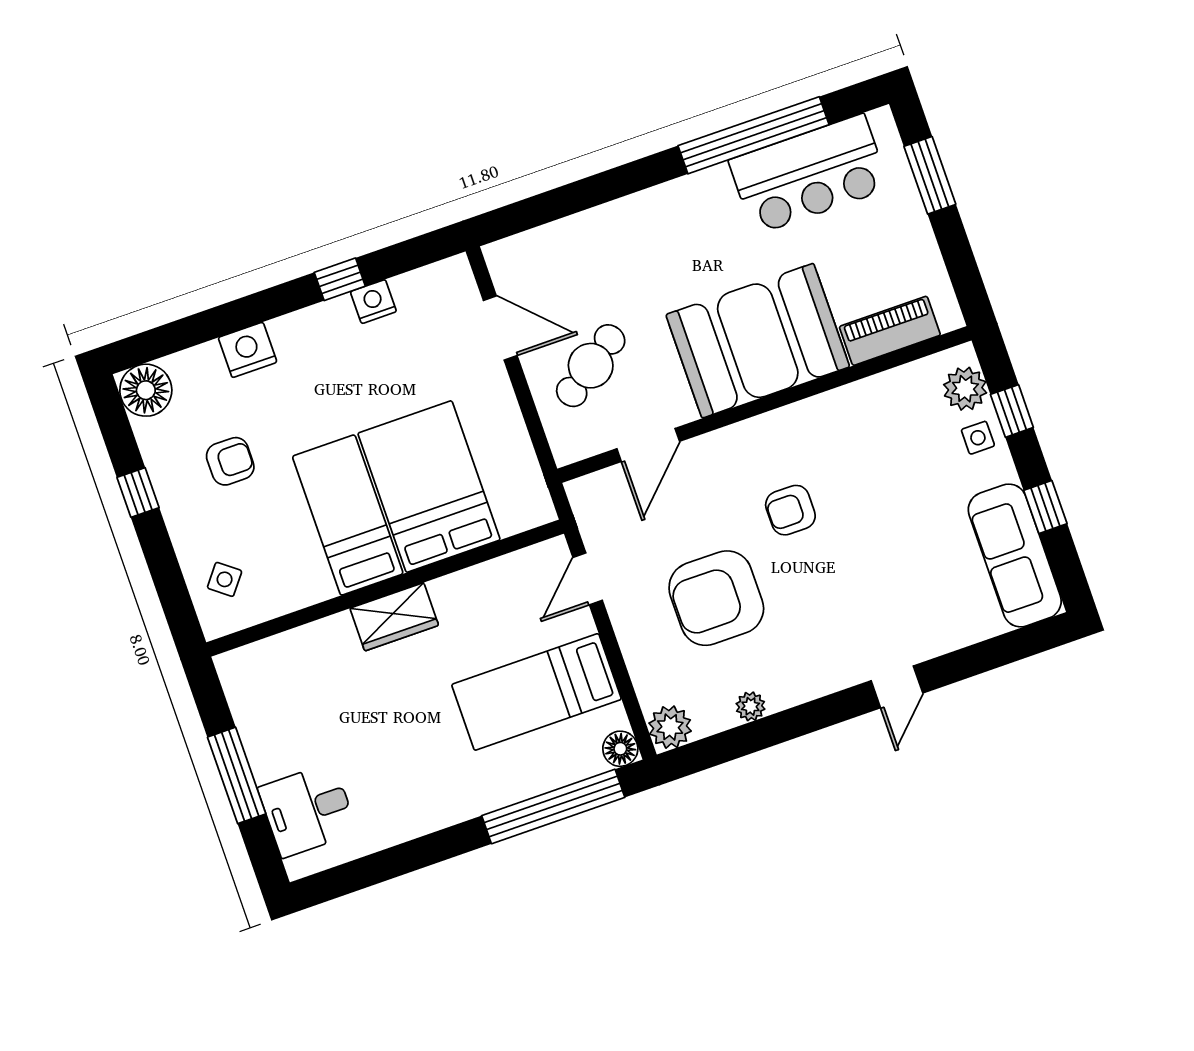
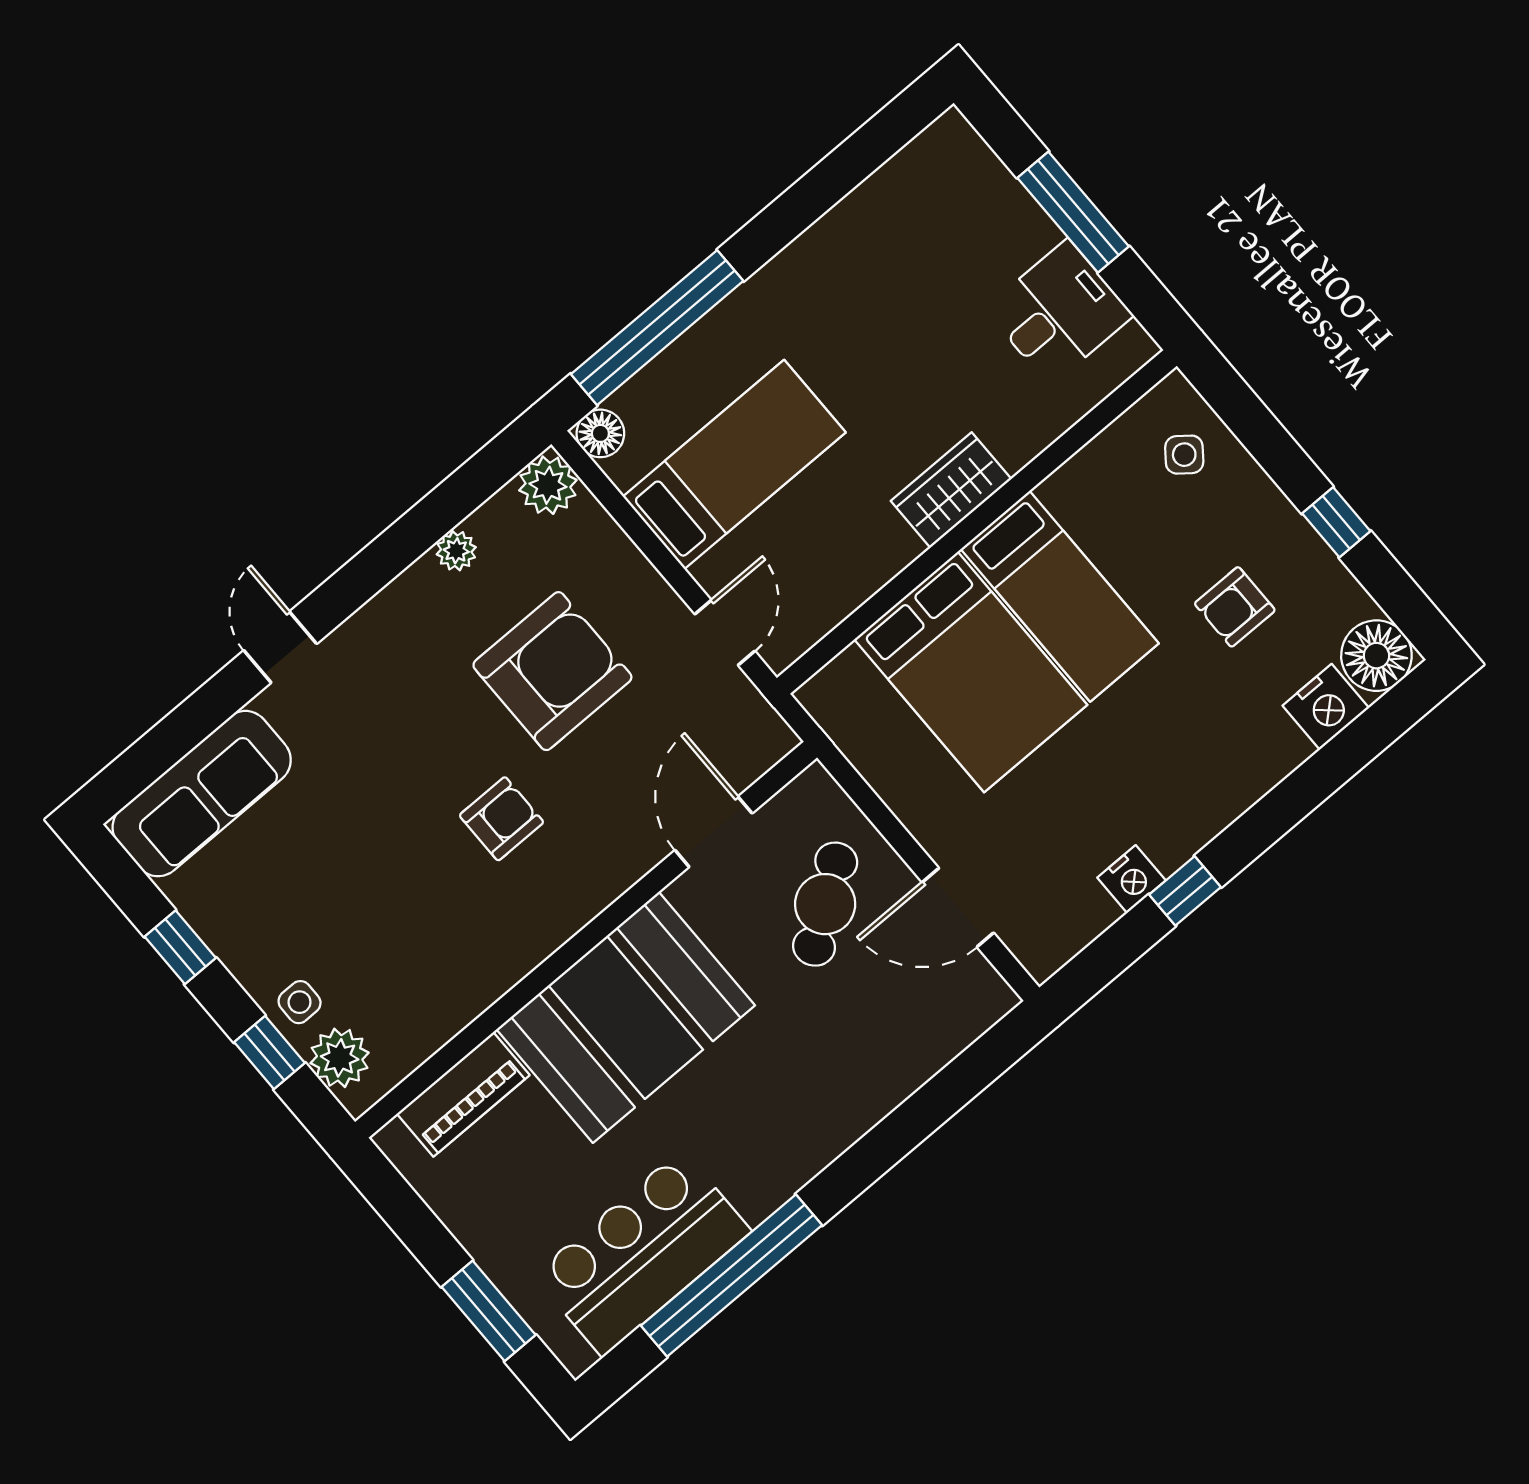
nightstand: (248, 350) -> (1326, 707), moved
sofa: (1015, 555) -> (202, 794), moved, turned 90
desk: (308, 810) -> (1059, 312), moved

